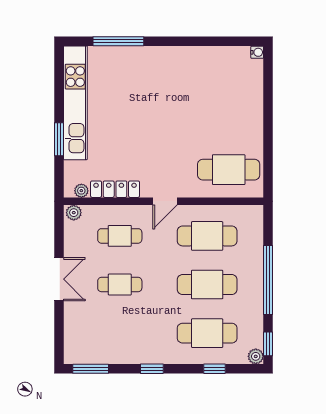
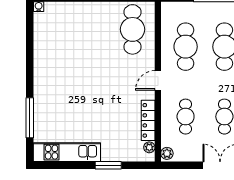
kitchen unit: (75, 103) -> (67, 152), width x0.73
door: (165, 201) -> (158, 80), swing flipped

